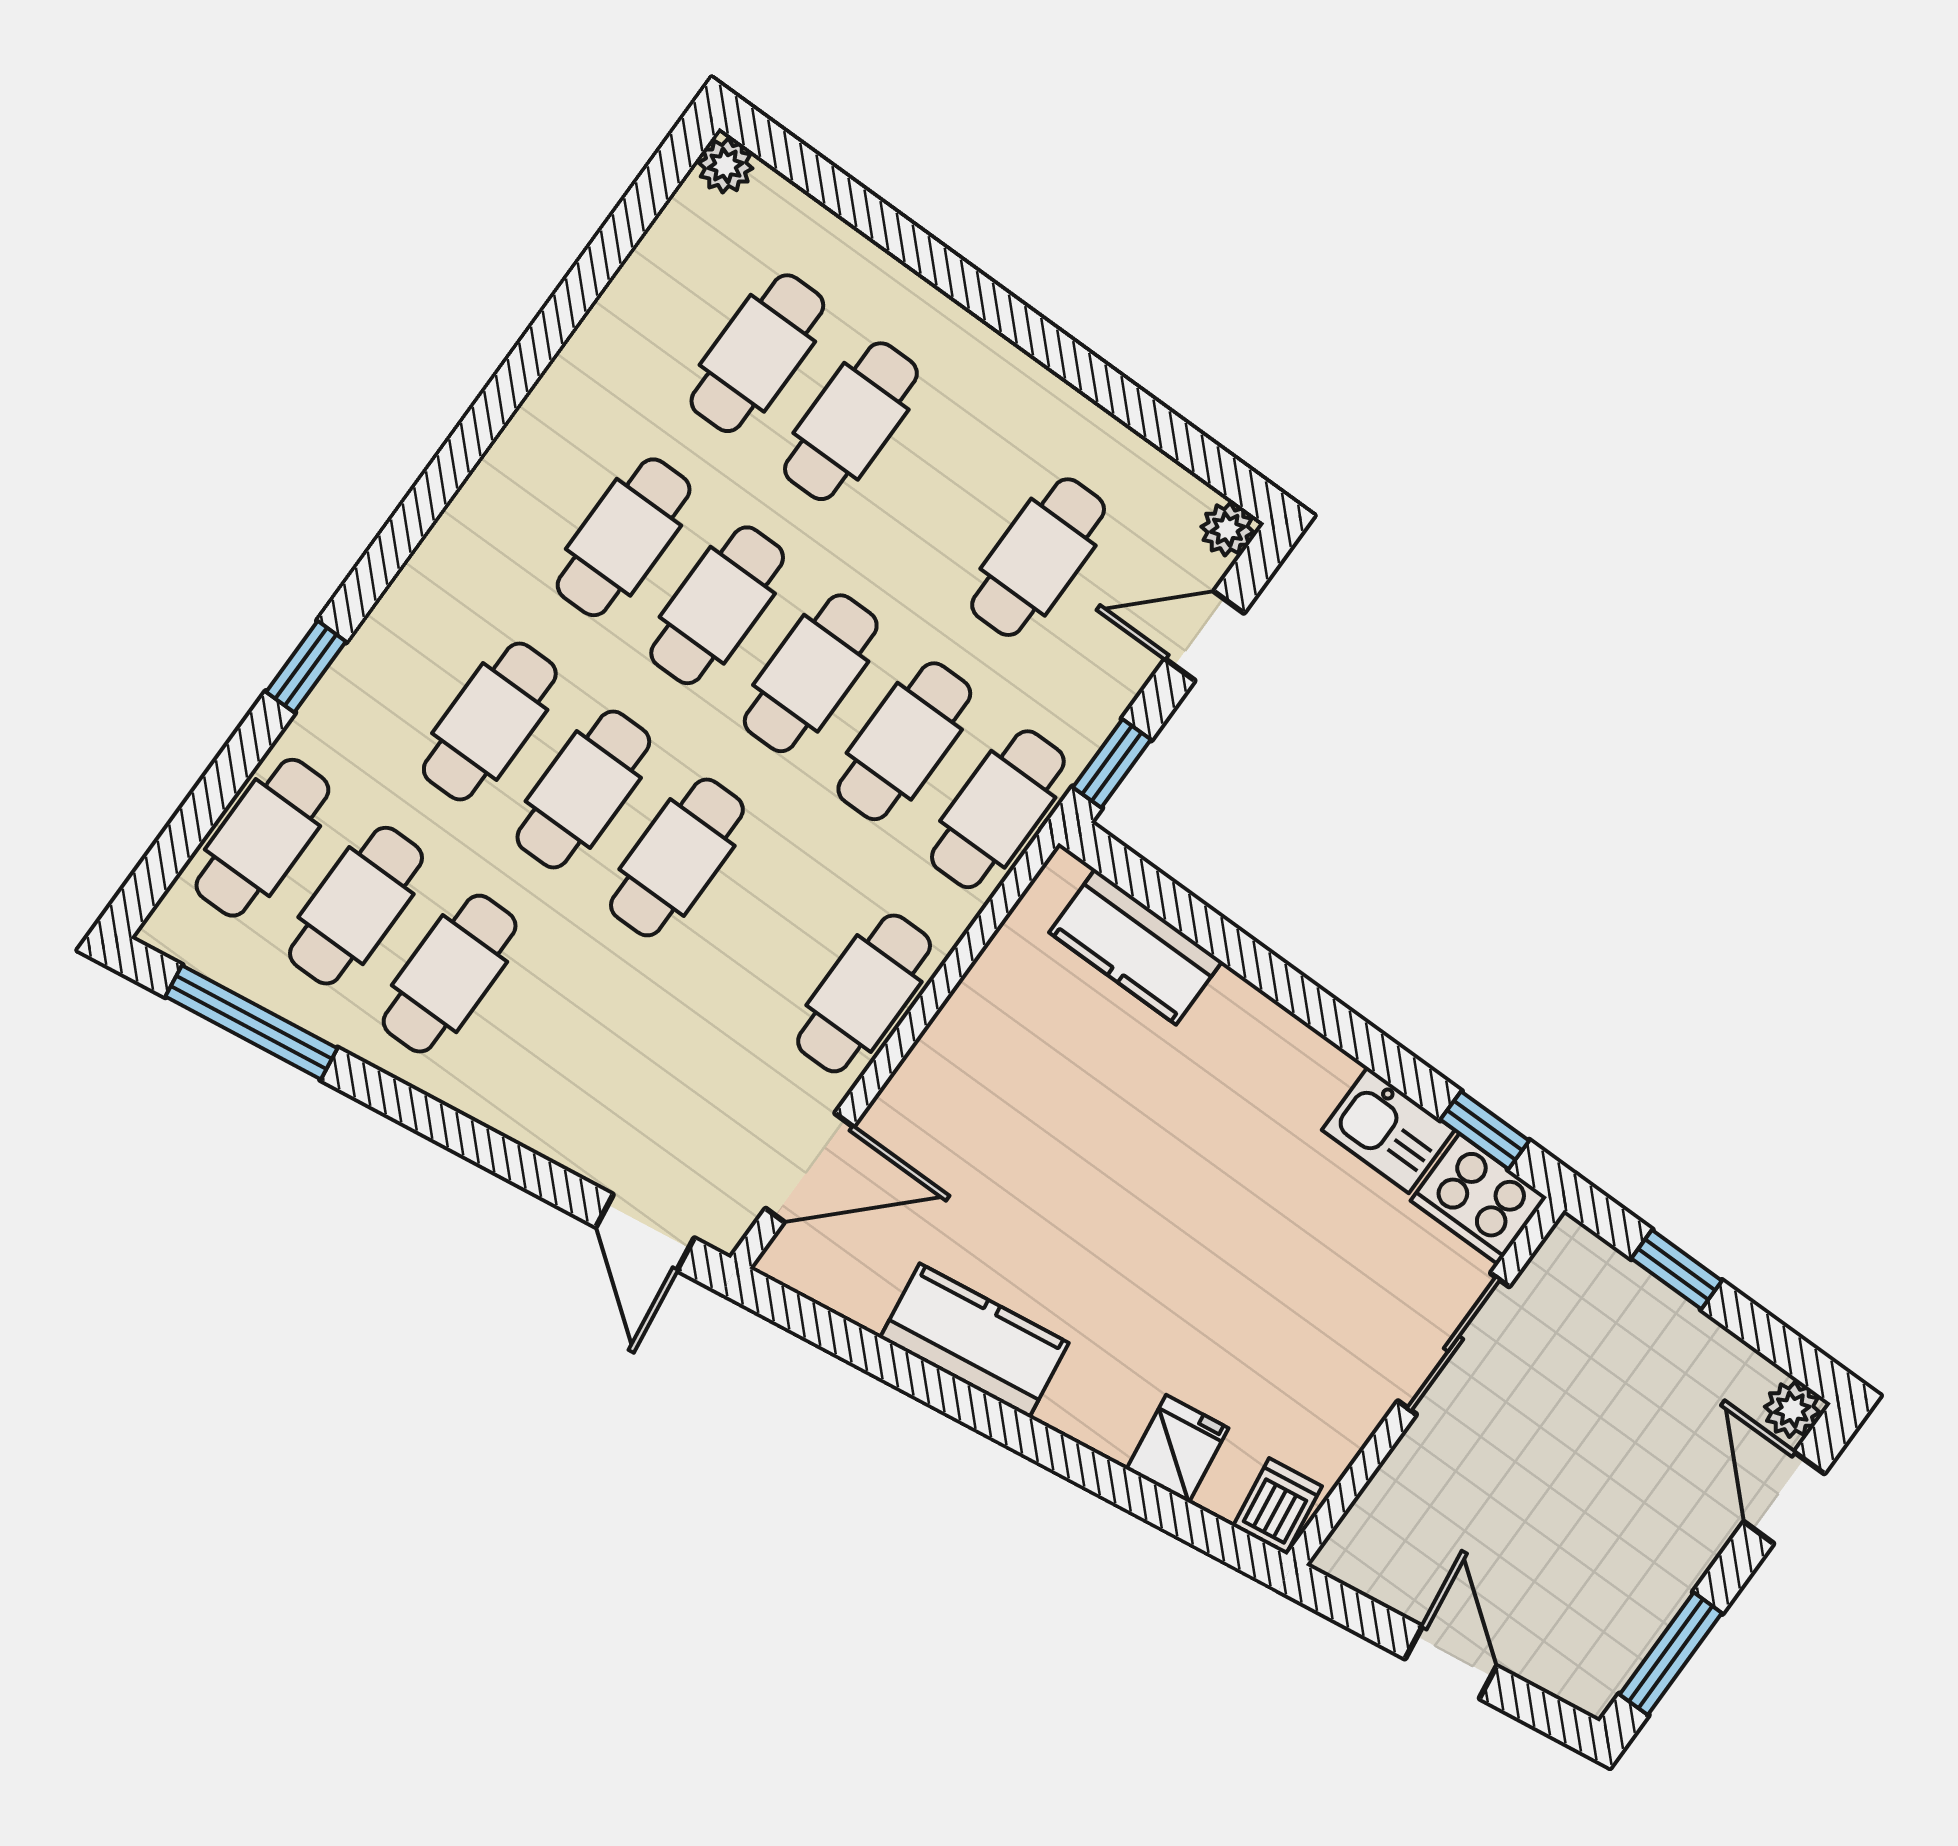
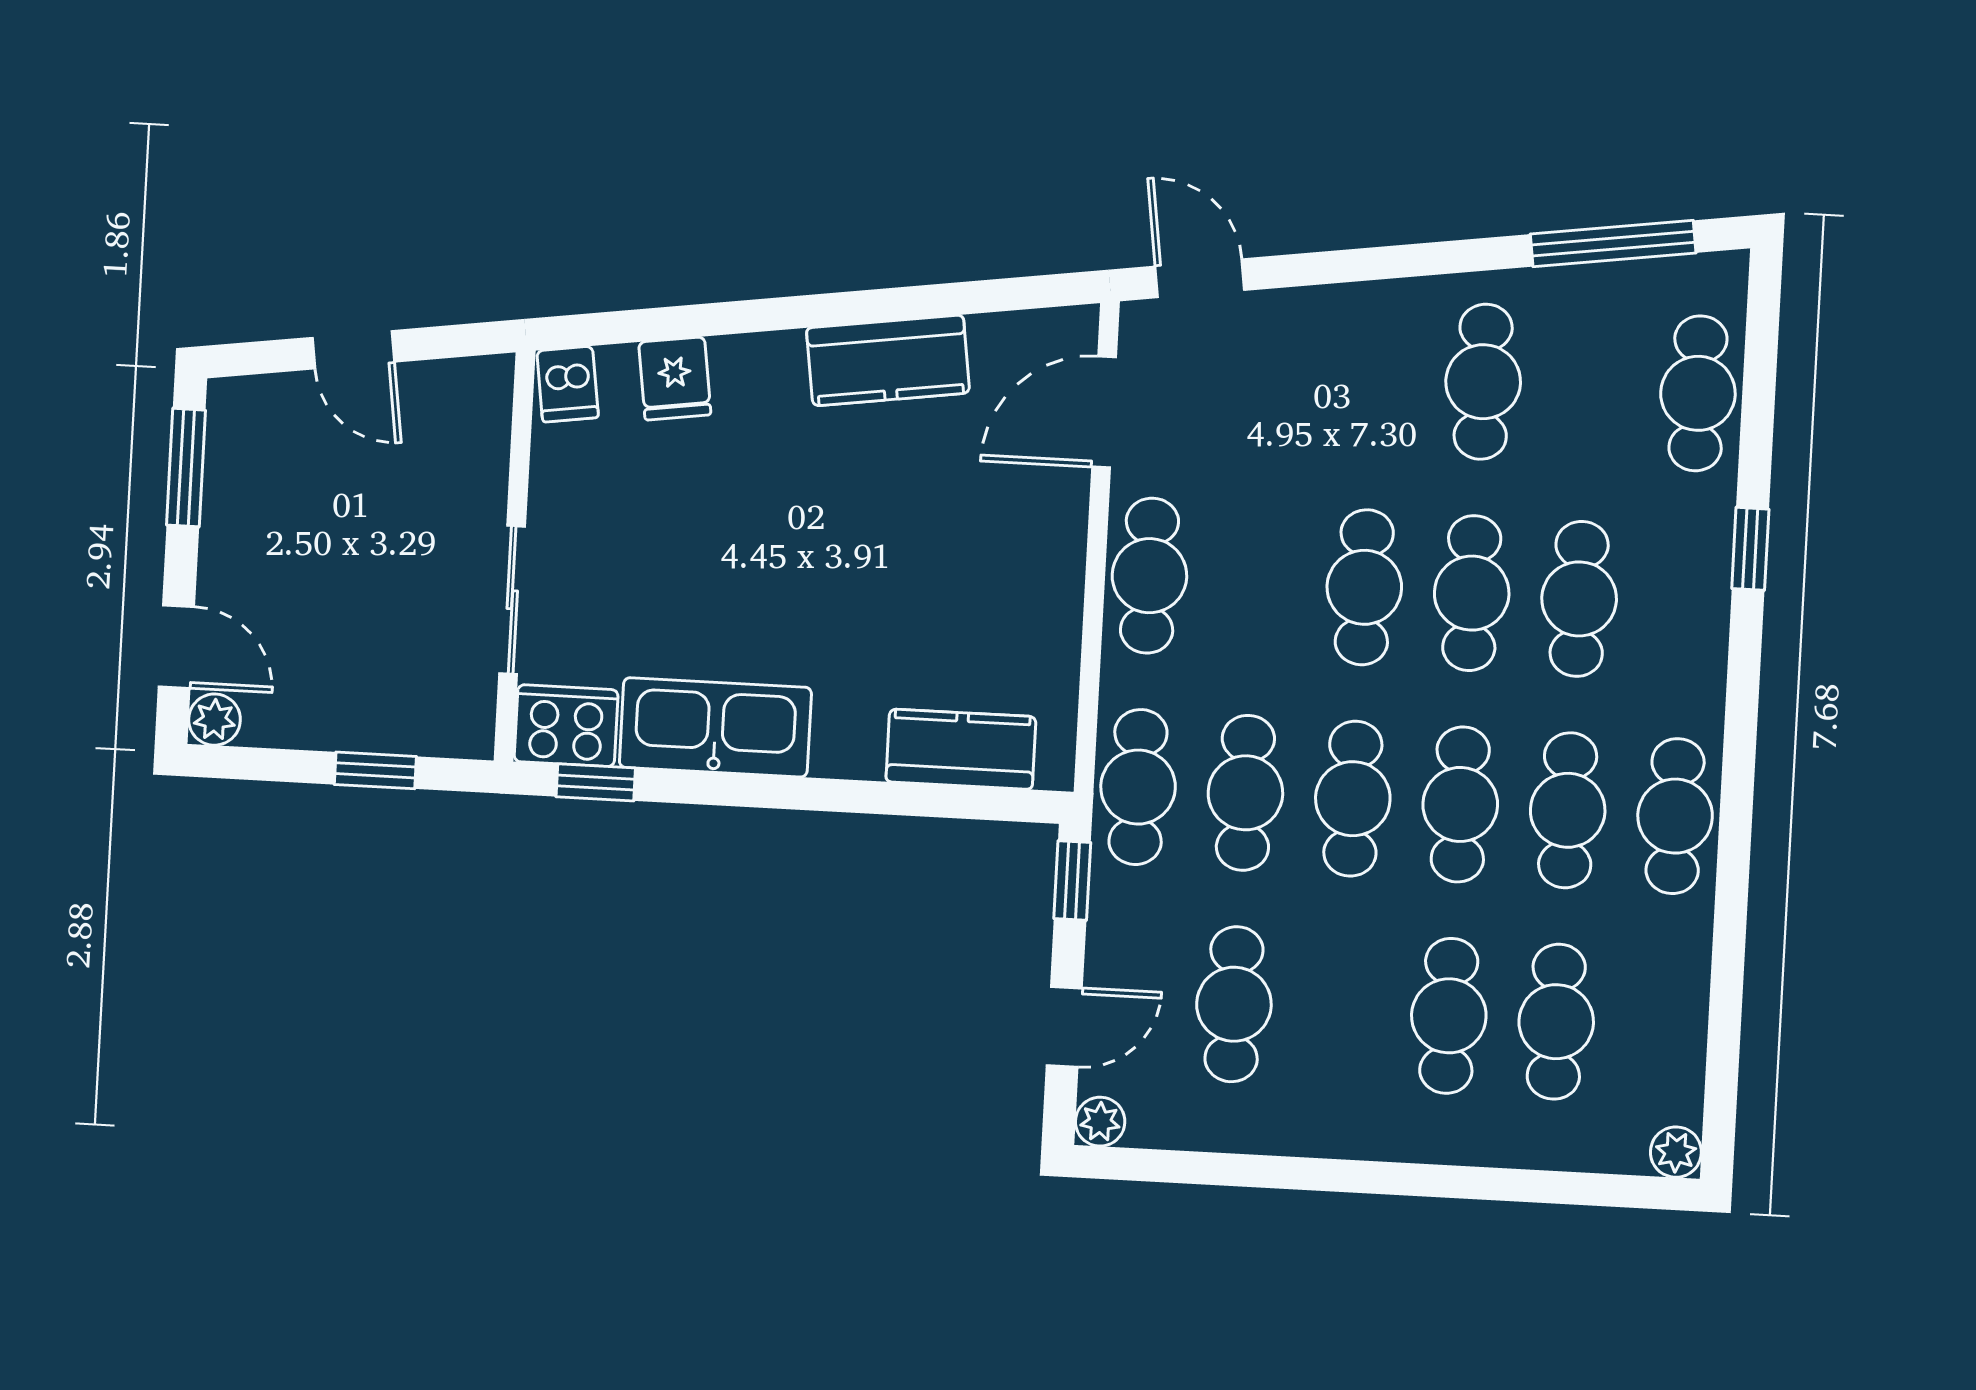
cafe table: (356, 906) -> (1675, 816), moved
kitchen sink: (1388, 1130) -> (715, 727), width x1.87, depth x1.24

